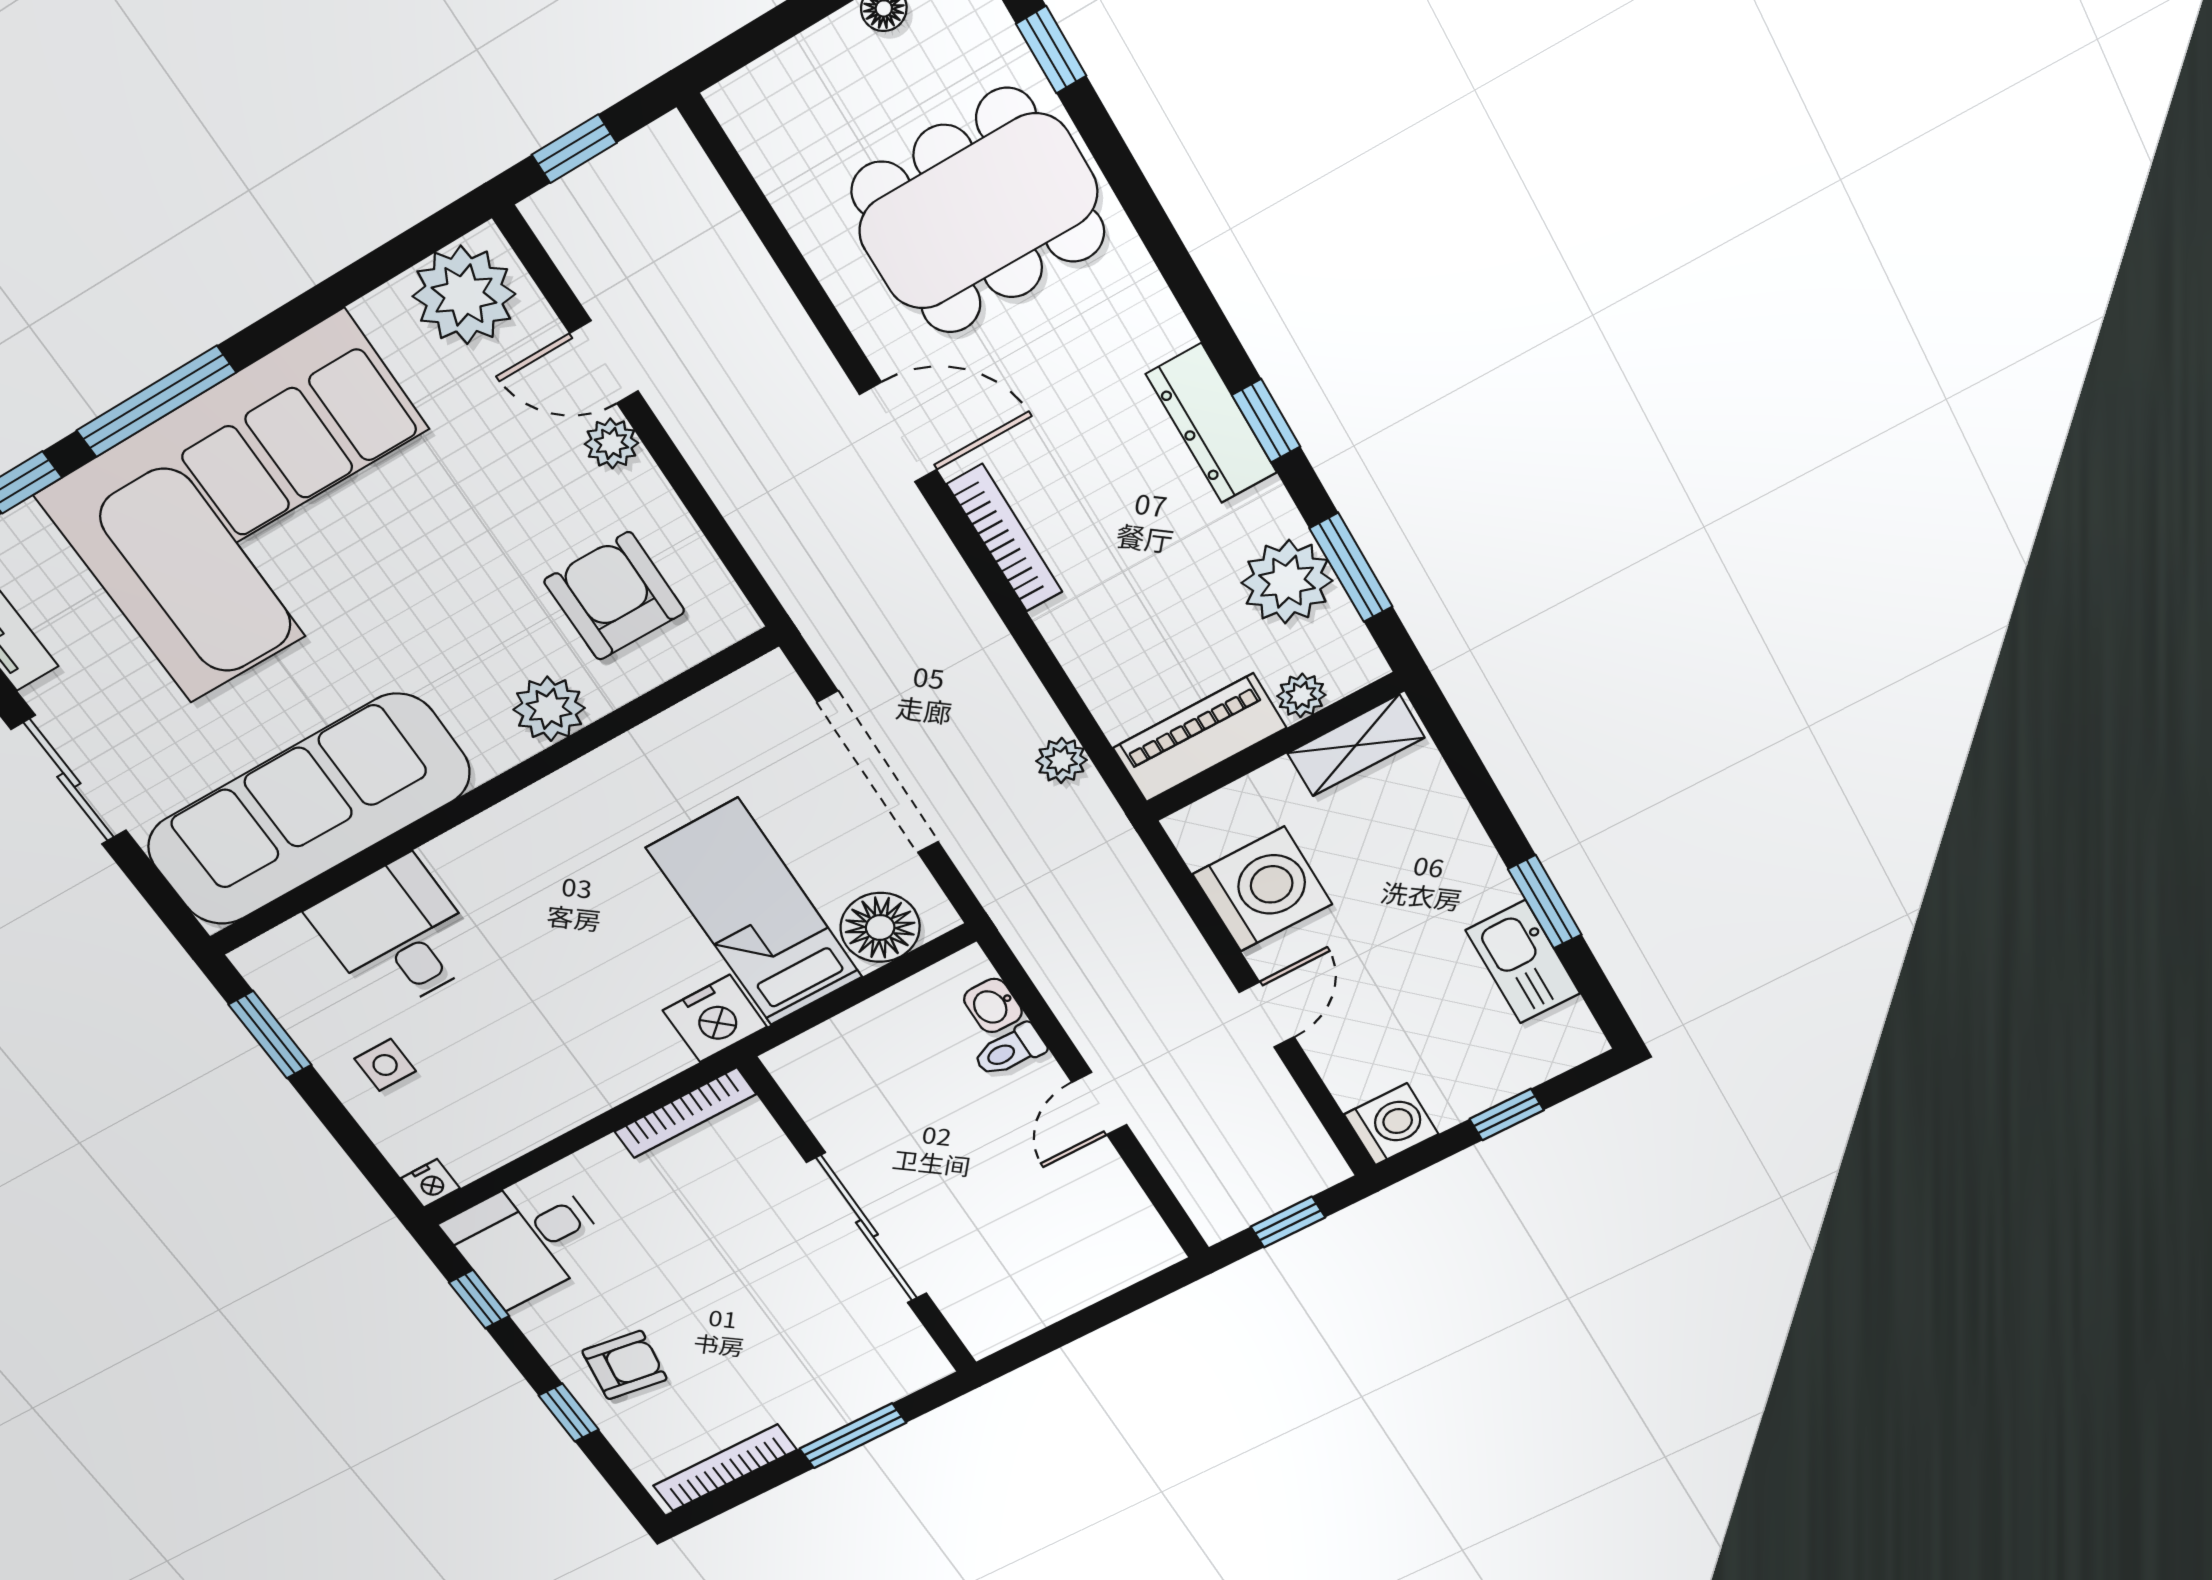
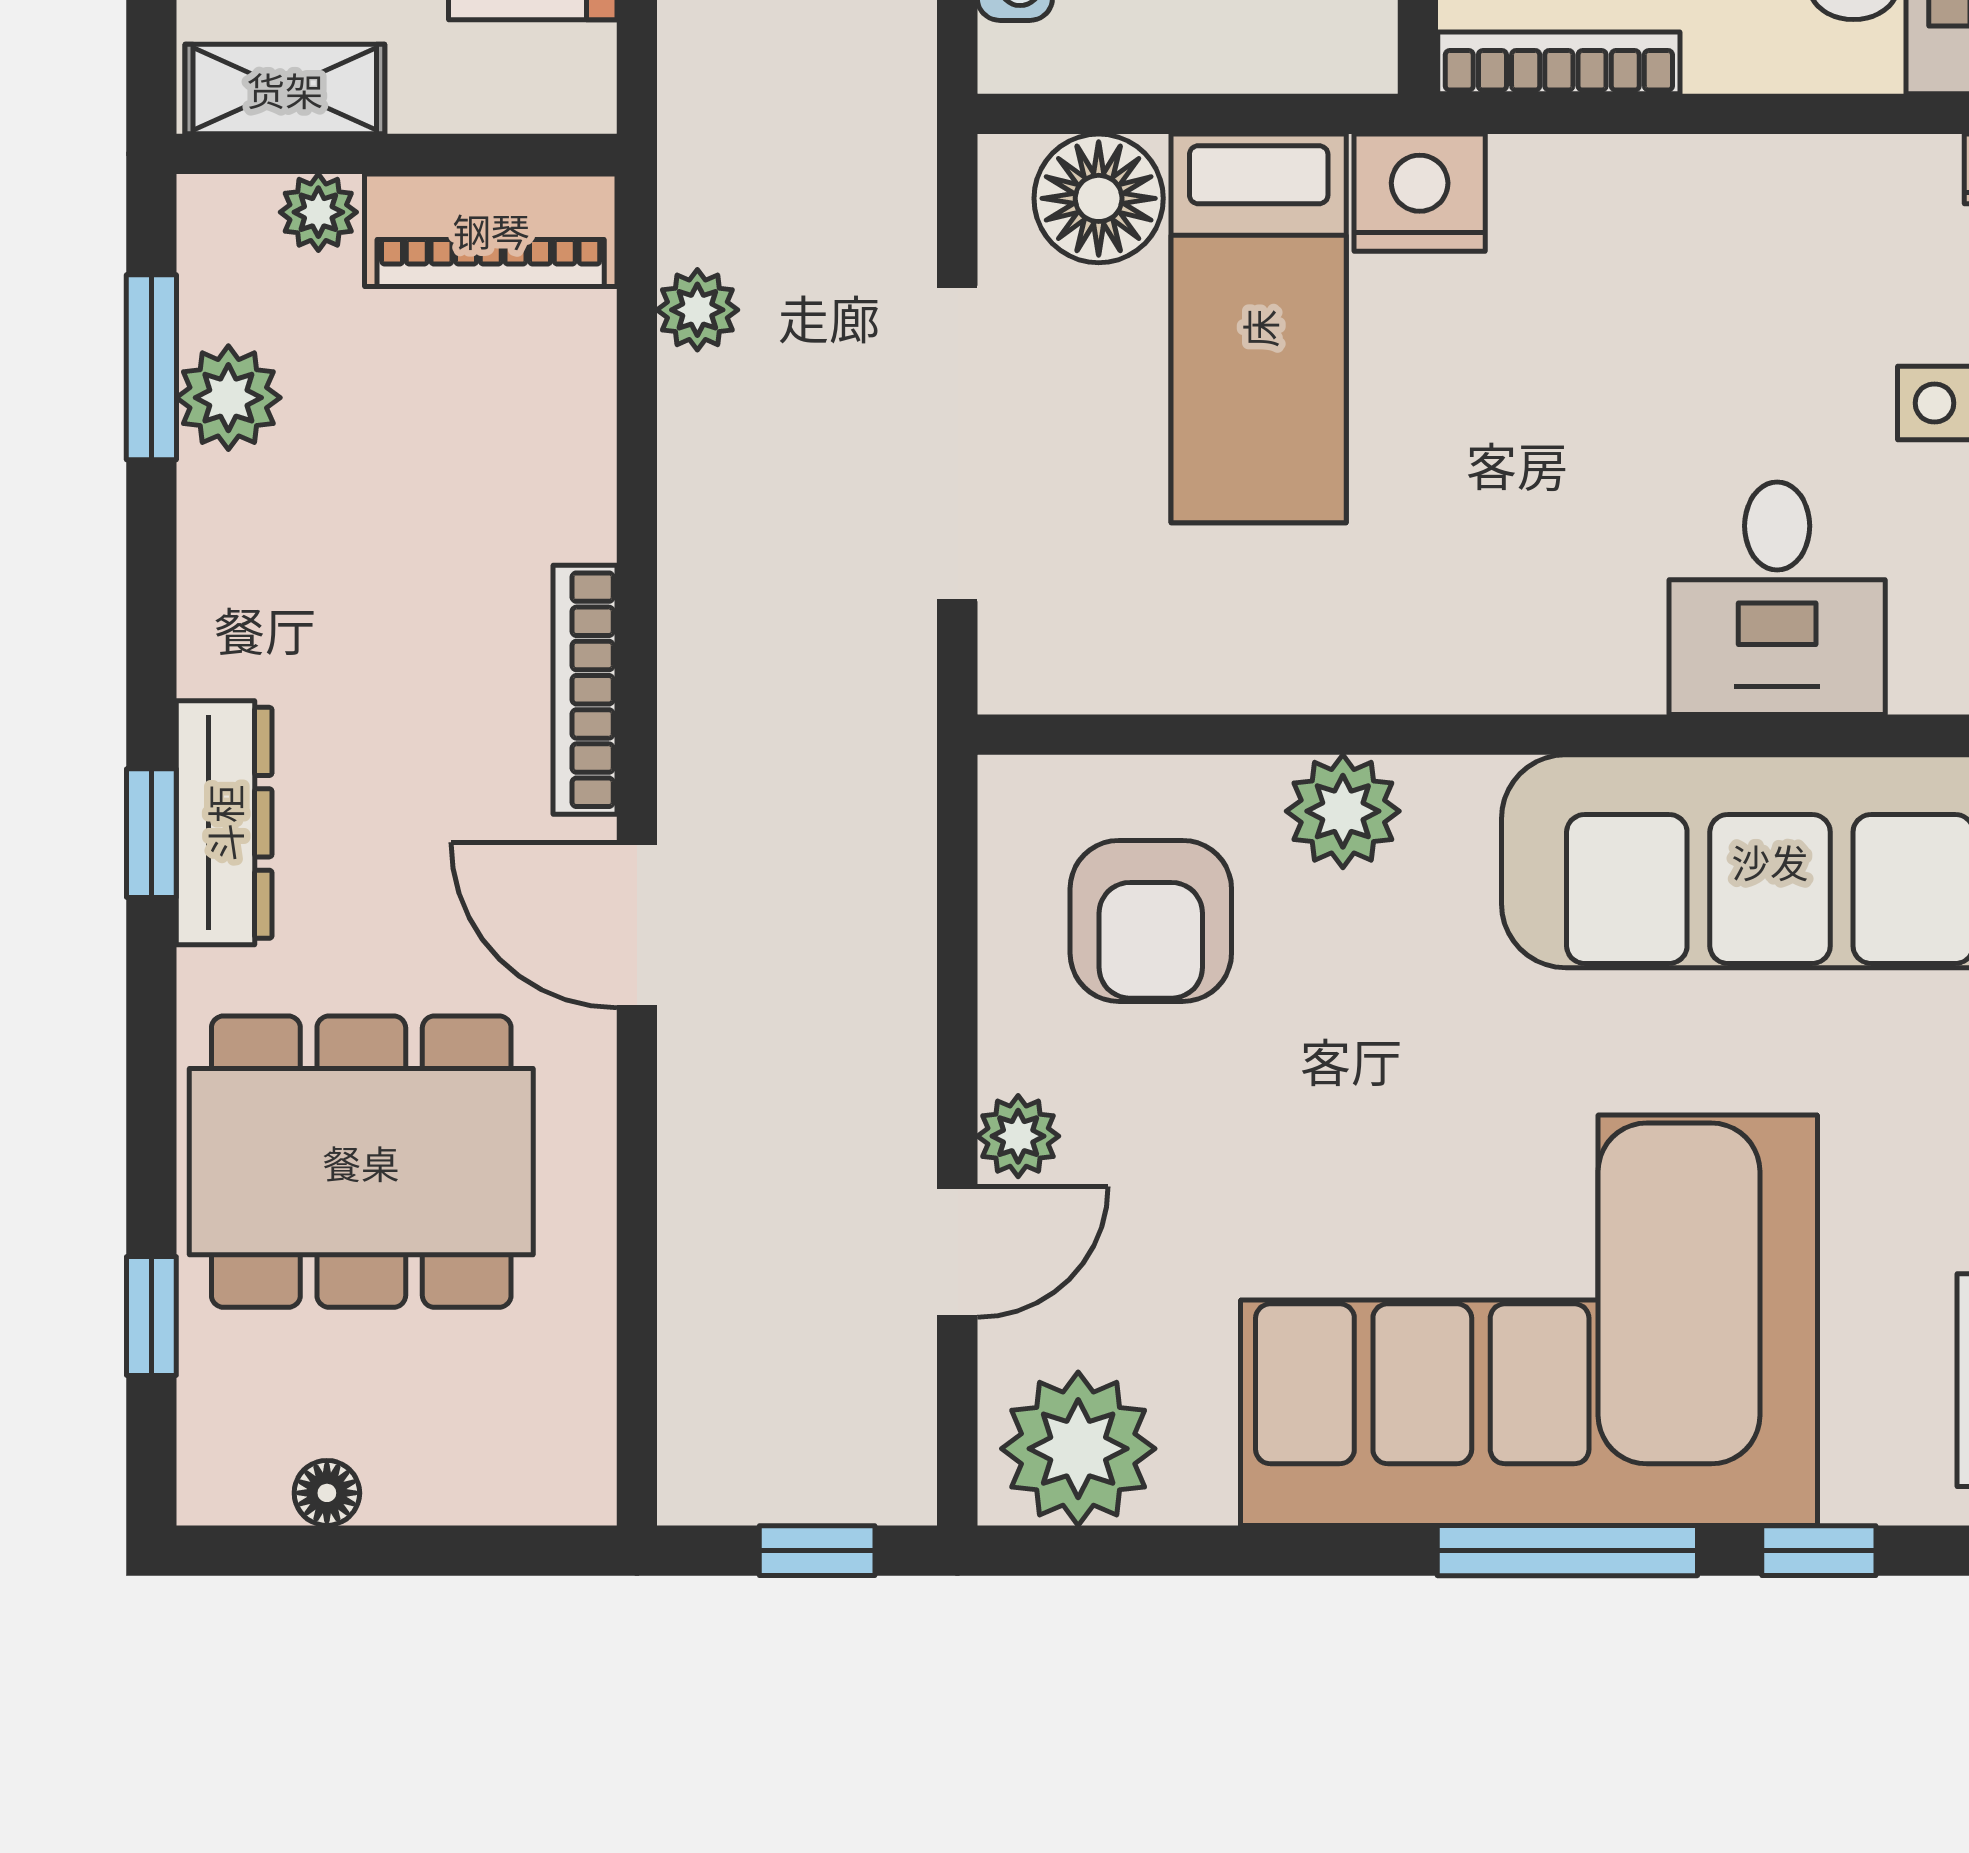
door: (604, 362) -> (957, 1252), hinge flipped
window: (1266, 421) -> (151, 833), moved
dresser: (1212, 424) -> (224, 823), moved
plant: (1287, 582) -> (228, 398), width x0.73, depth x0.73

